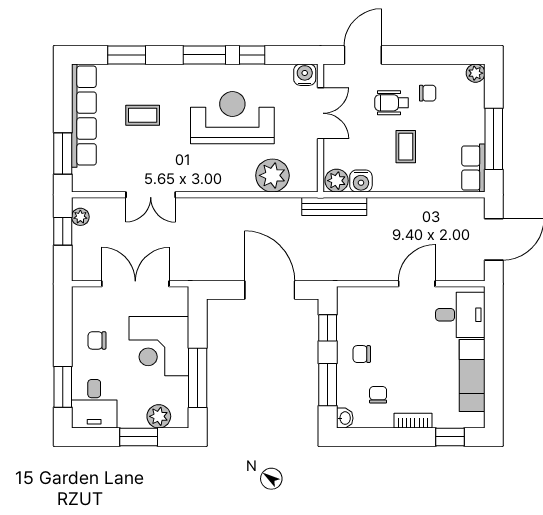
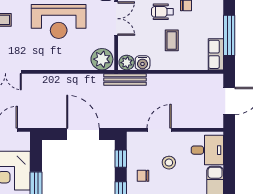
reception desk: (232, 118) -> (59, 21), turned 180
plant: (272, 175) -> (102, 59), moved
door: (417, 284) -> (159, 130), moved
stool: (401, 334) -> (169, 163), added

